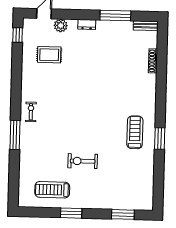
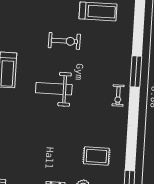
weight bench: (91, 116) -> (54, 89), added

